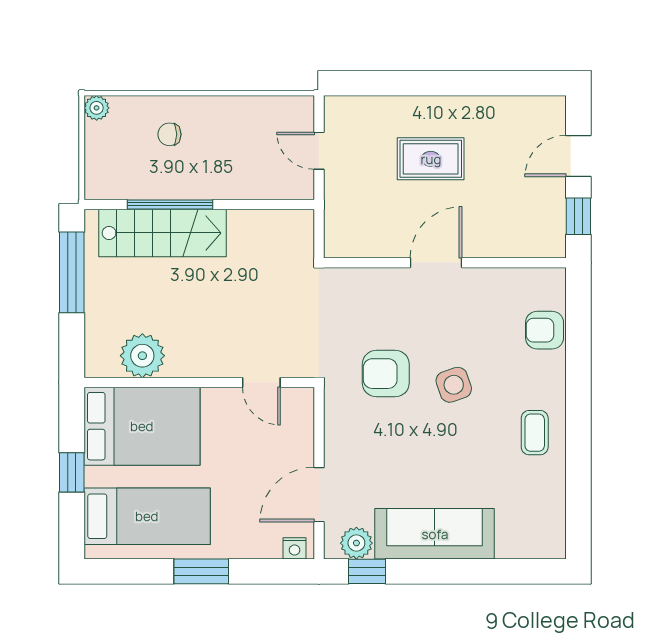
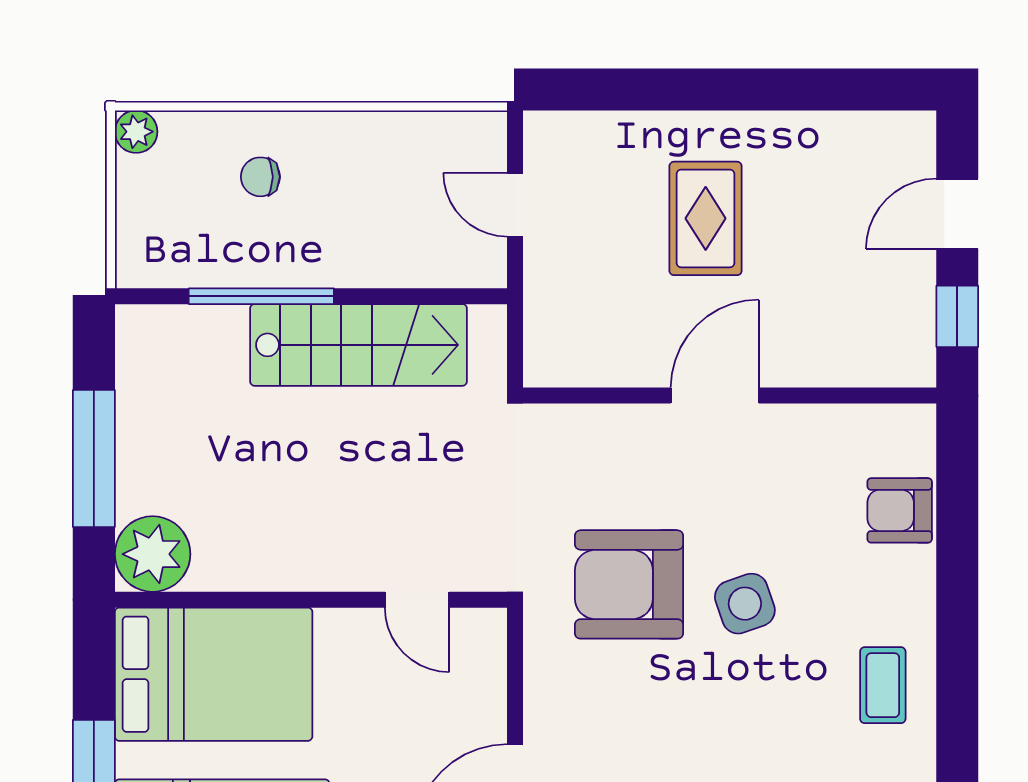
rug: (431, 159) -> (706, 218), turned 90
stairs: (162, 233) -> (359, 345), moved
window: (72, 272) -> (94, 459), moved
plant: (142, 356) -> (153, 554), moved
armchair: (386, 374) -> (629, 584), width x1.36, depth x1.36

